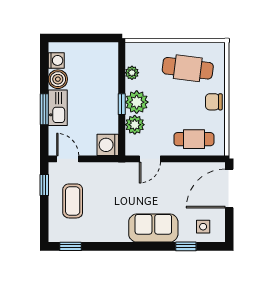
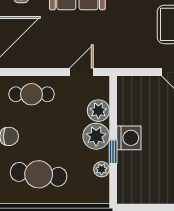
window: (122, 104) -> (113, 152), moved
washing machine: (108, 145) -> (129, 138), moved

